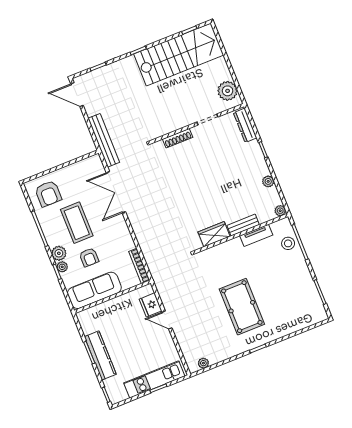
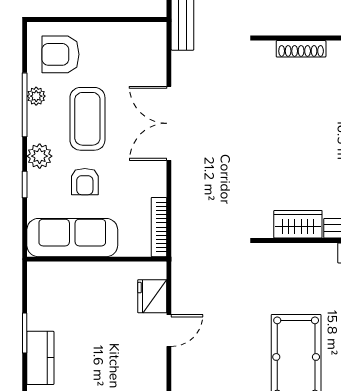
double door: (116, 192) -> (169, 123), moved
armchair: (48, 194) -> (60, 54), turned 90
plant: (62, 267) -> (36, 96), moved
door: (167, 320) -> (169, 331), swing flipped
kitchen counter: (100, 355) -> (40, 358), width x0.67

